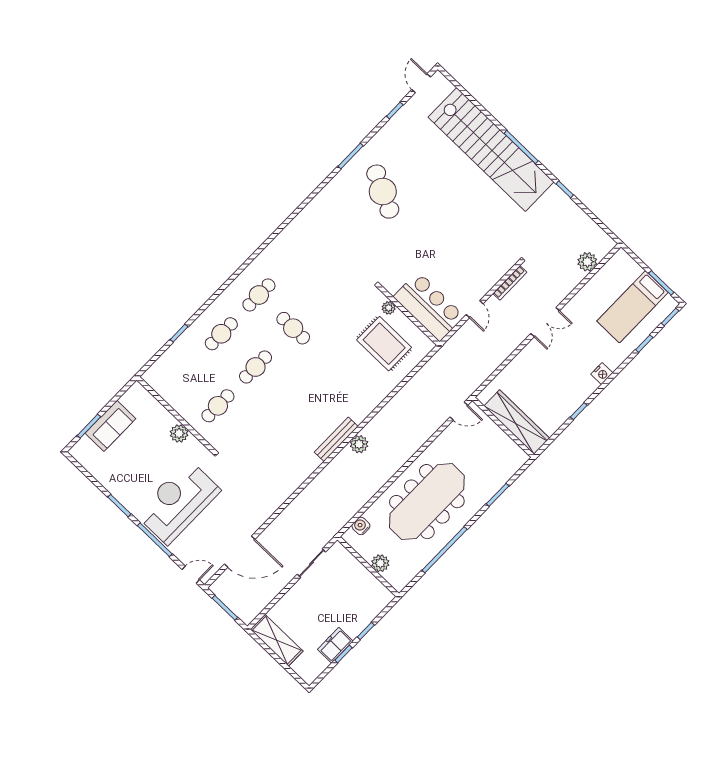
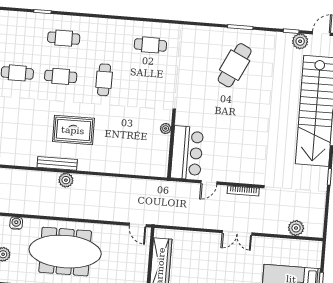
plant: (412, 110) -> (300, 41), added
cafe table: (259, 295) -> (150, 45), moved
rug: (384, 344) -> (73, 130), moved, turned 90

